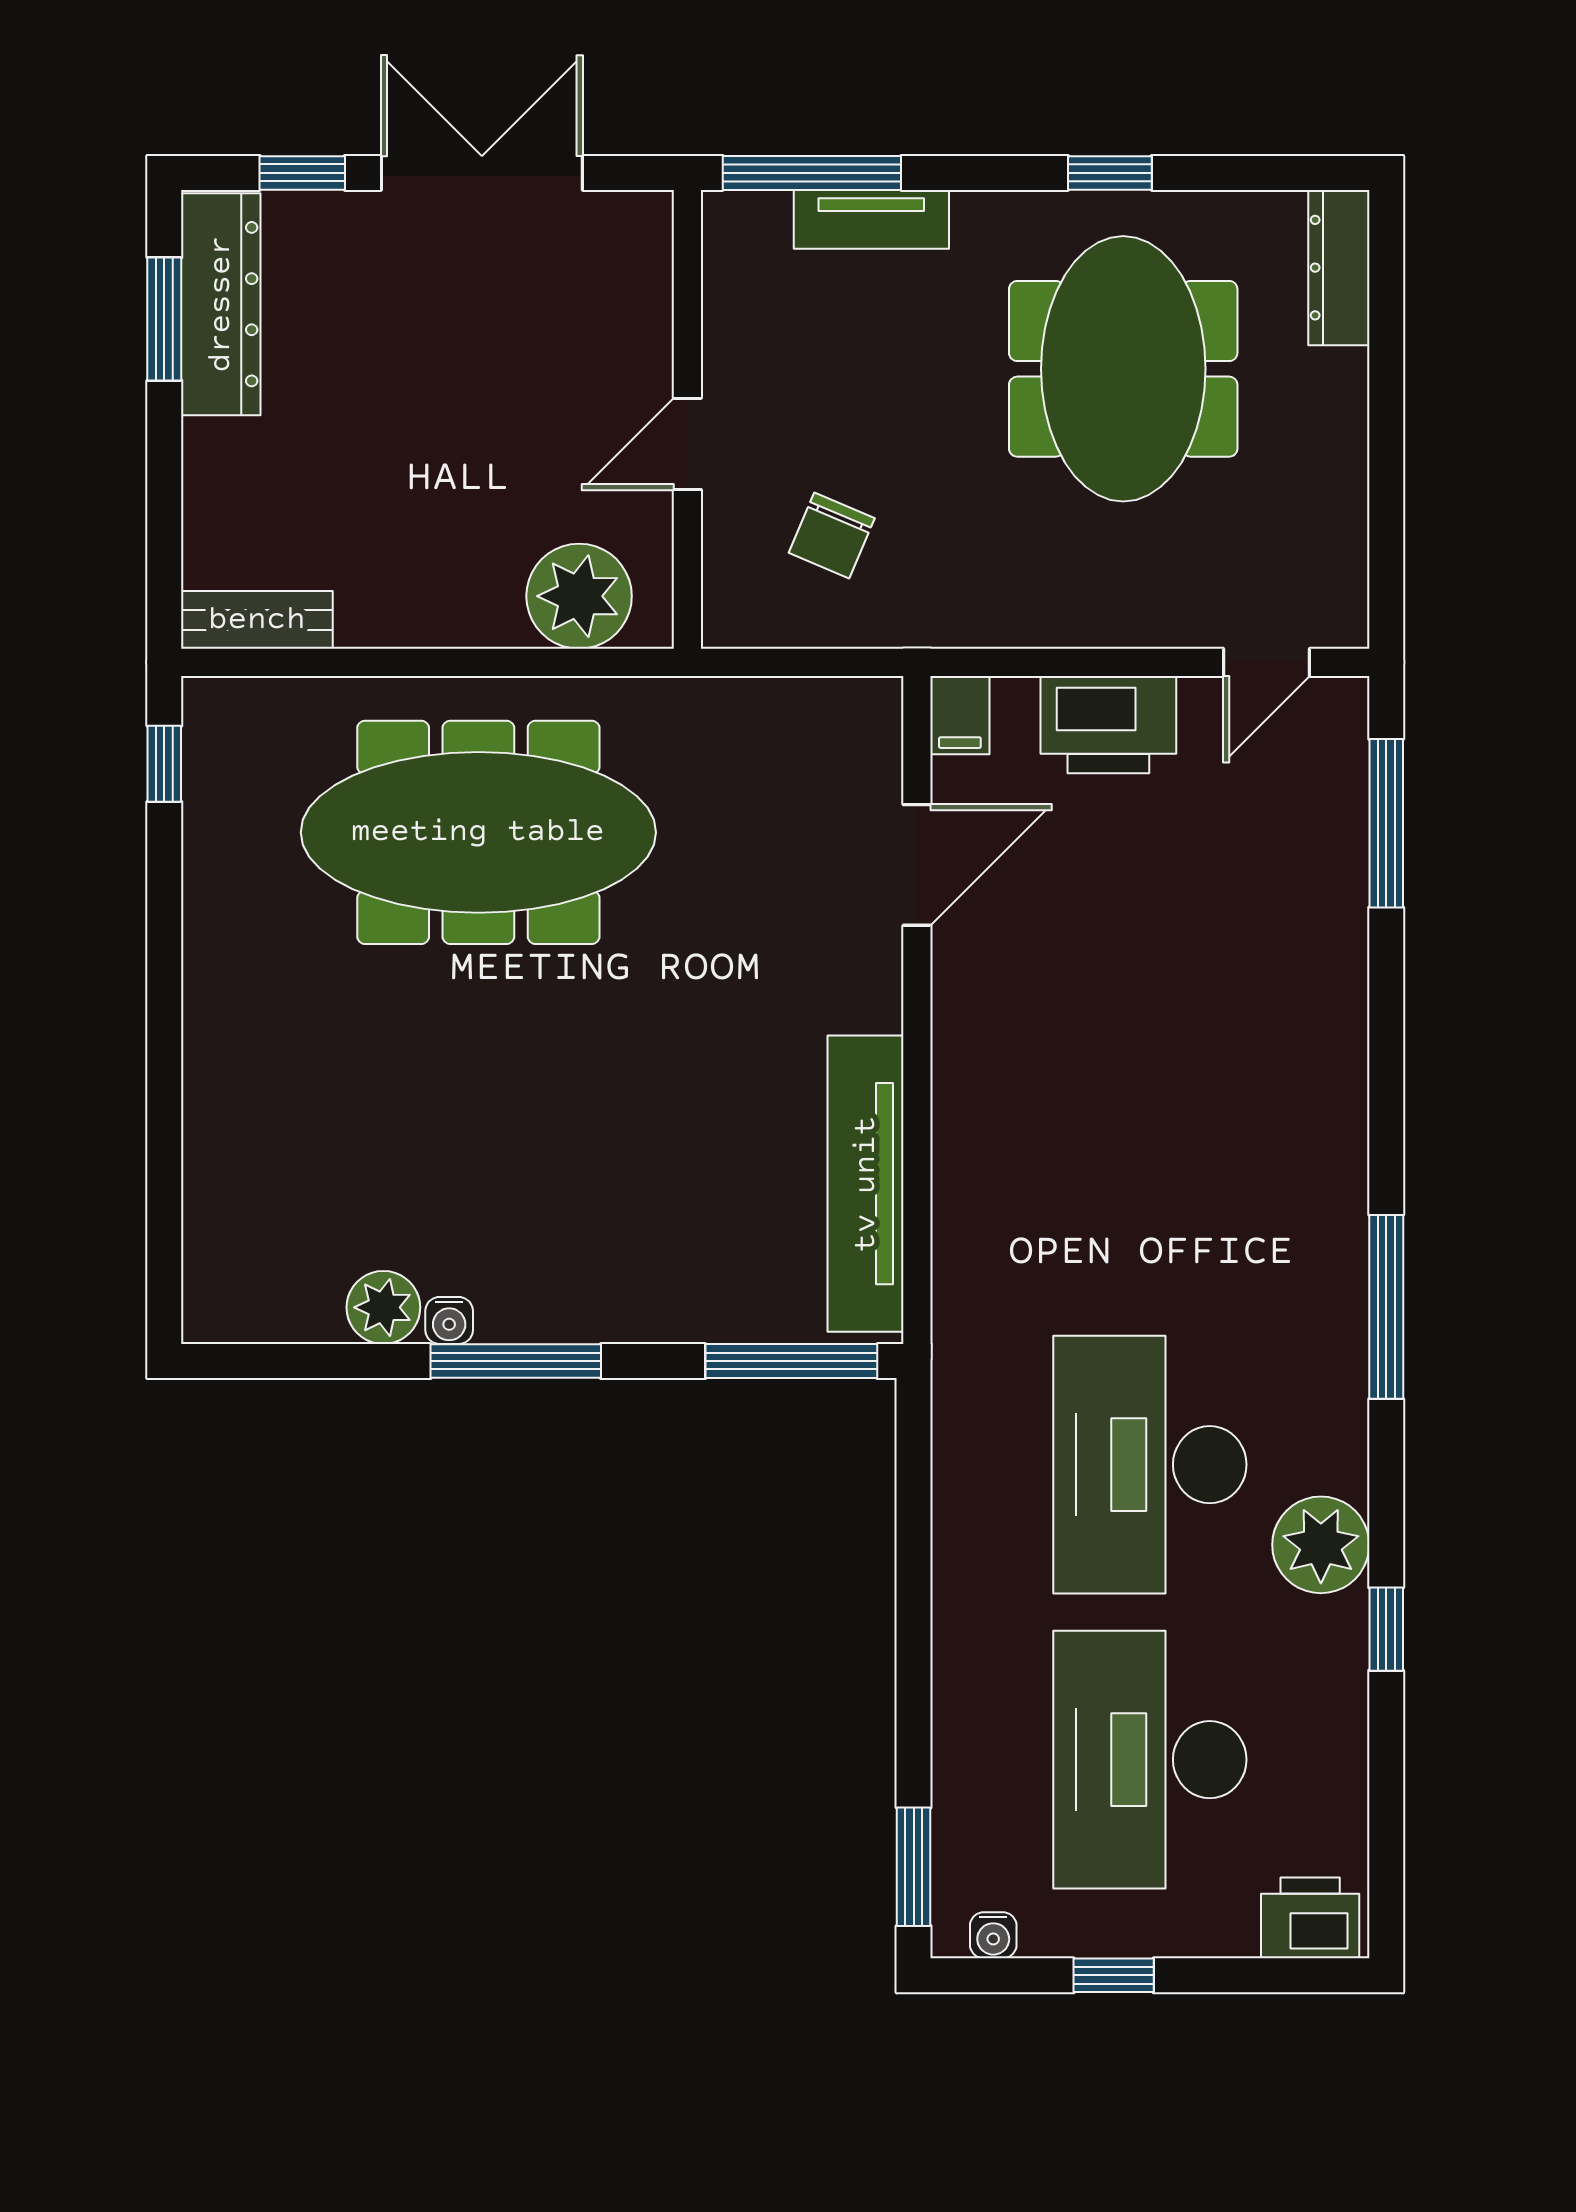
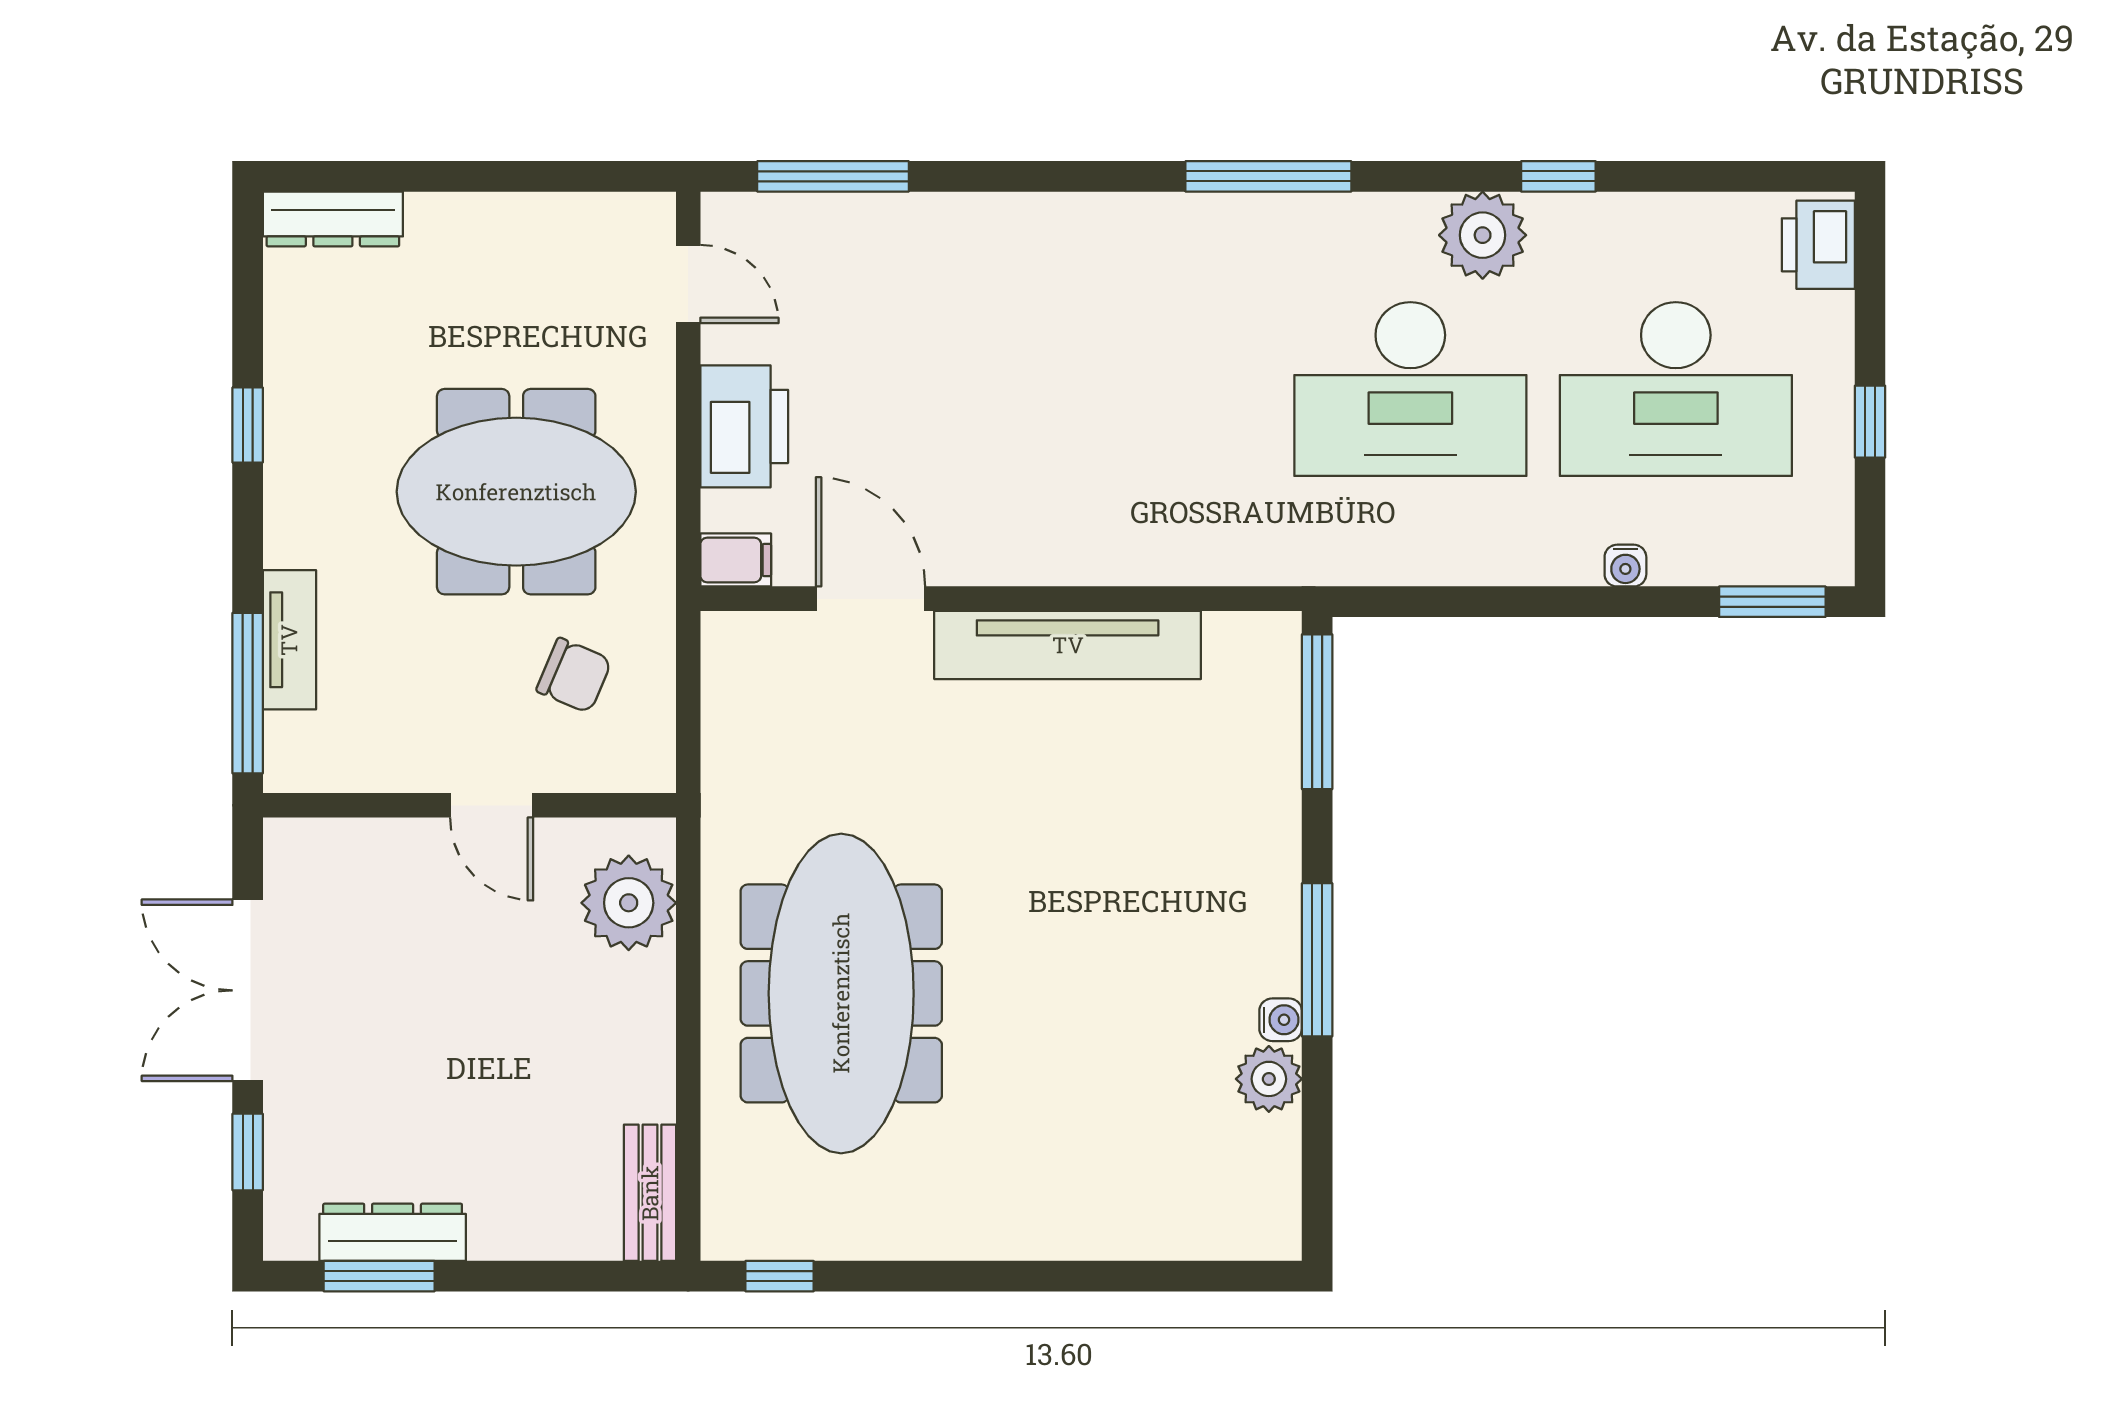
dresser: (221, 304) -> (393, 1232), width x0.73, depth x0.80
meeting table: (1123, 369) -> (516, 492), moved
tv unit: (866, 1184) -> (1068, 645), moved
water cooler: (993, 1935) -> (1625, 566), moved, turned 90

